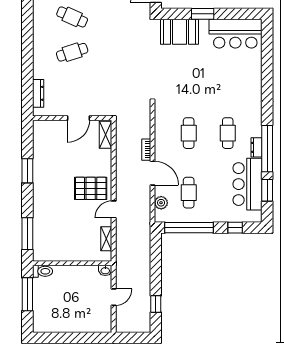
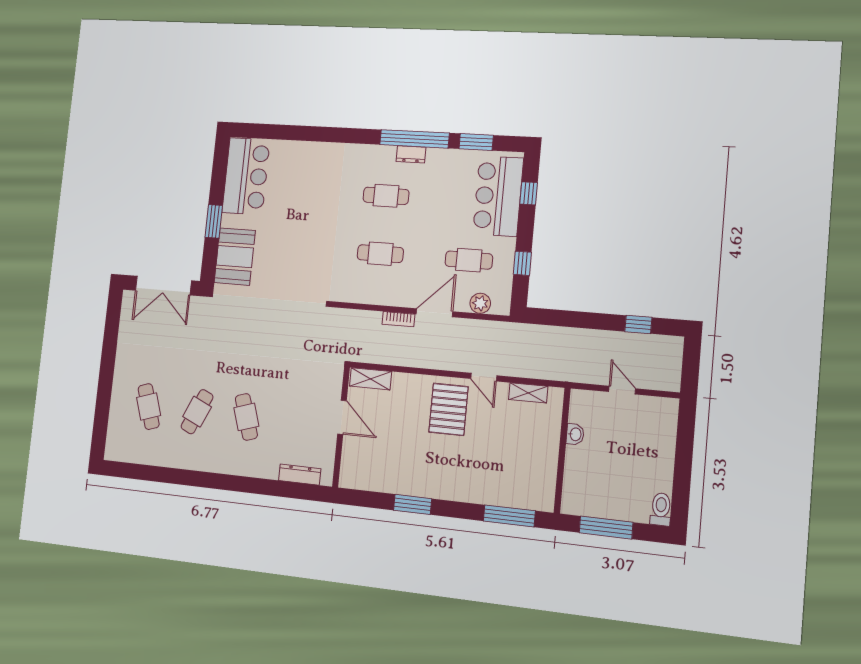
bar counter: (247, 184) -> (498, 196), moved, turned 90
window: (189, 228) -> (522, 263), width x0.32
washbasin: (105, 270) -> (575, 434), moved
toilet: (43, 271) -> (661, 509), moved

